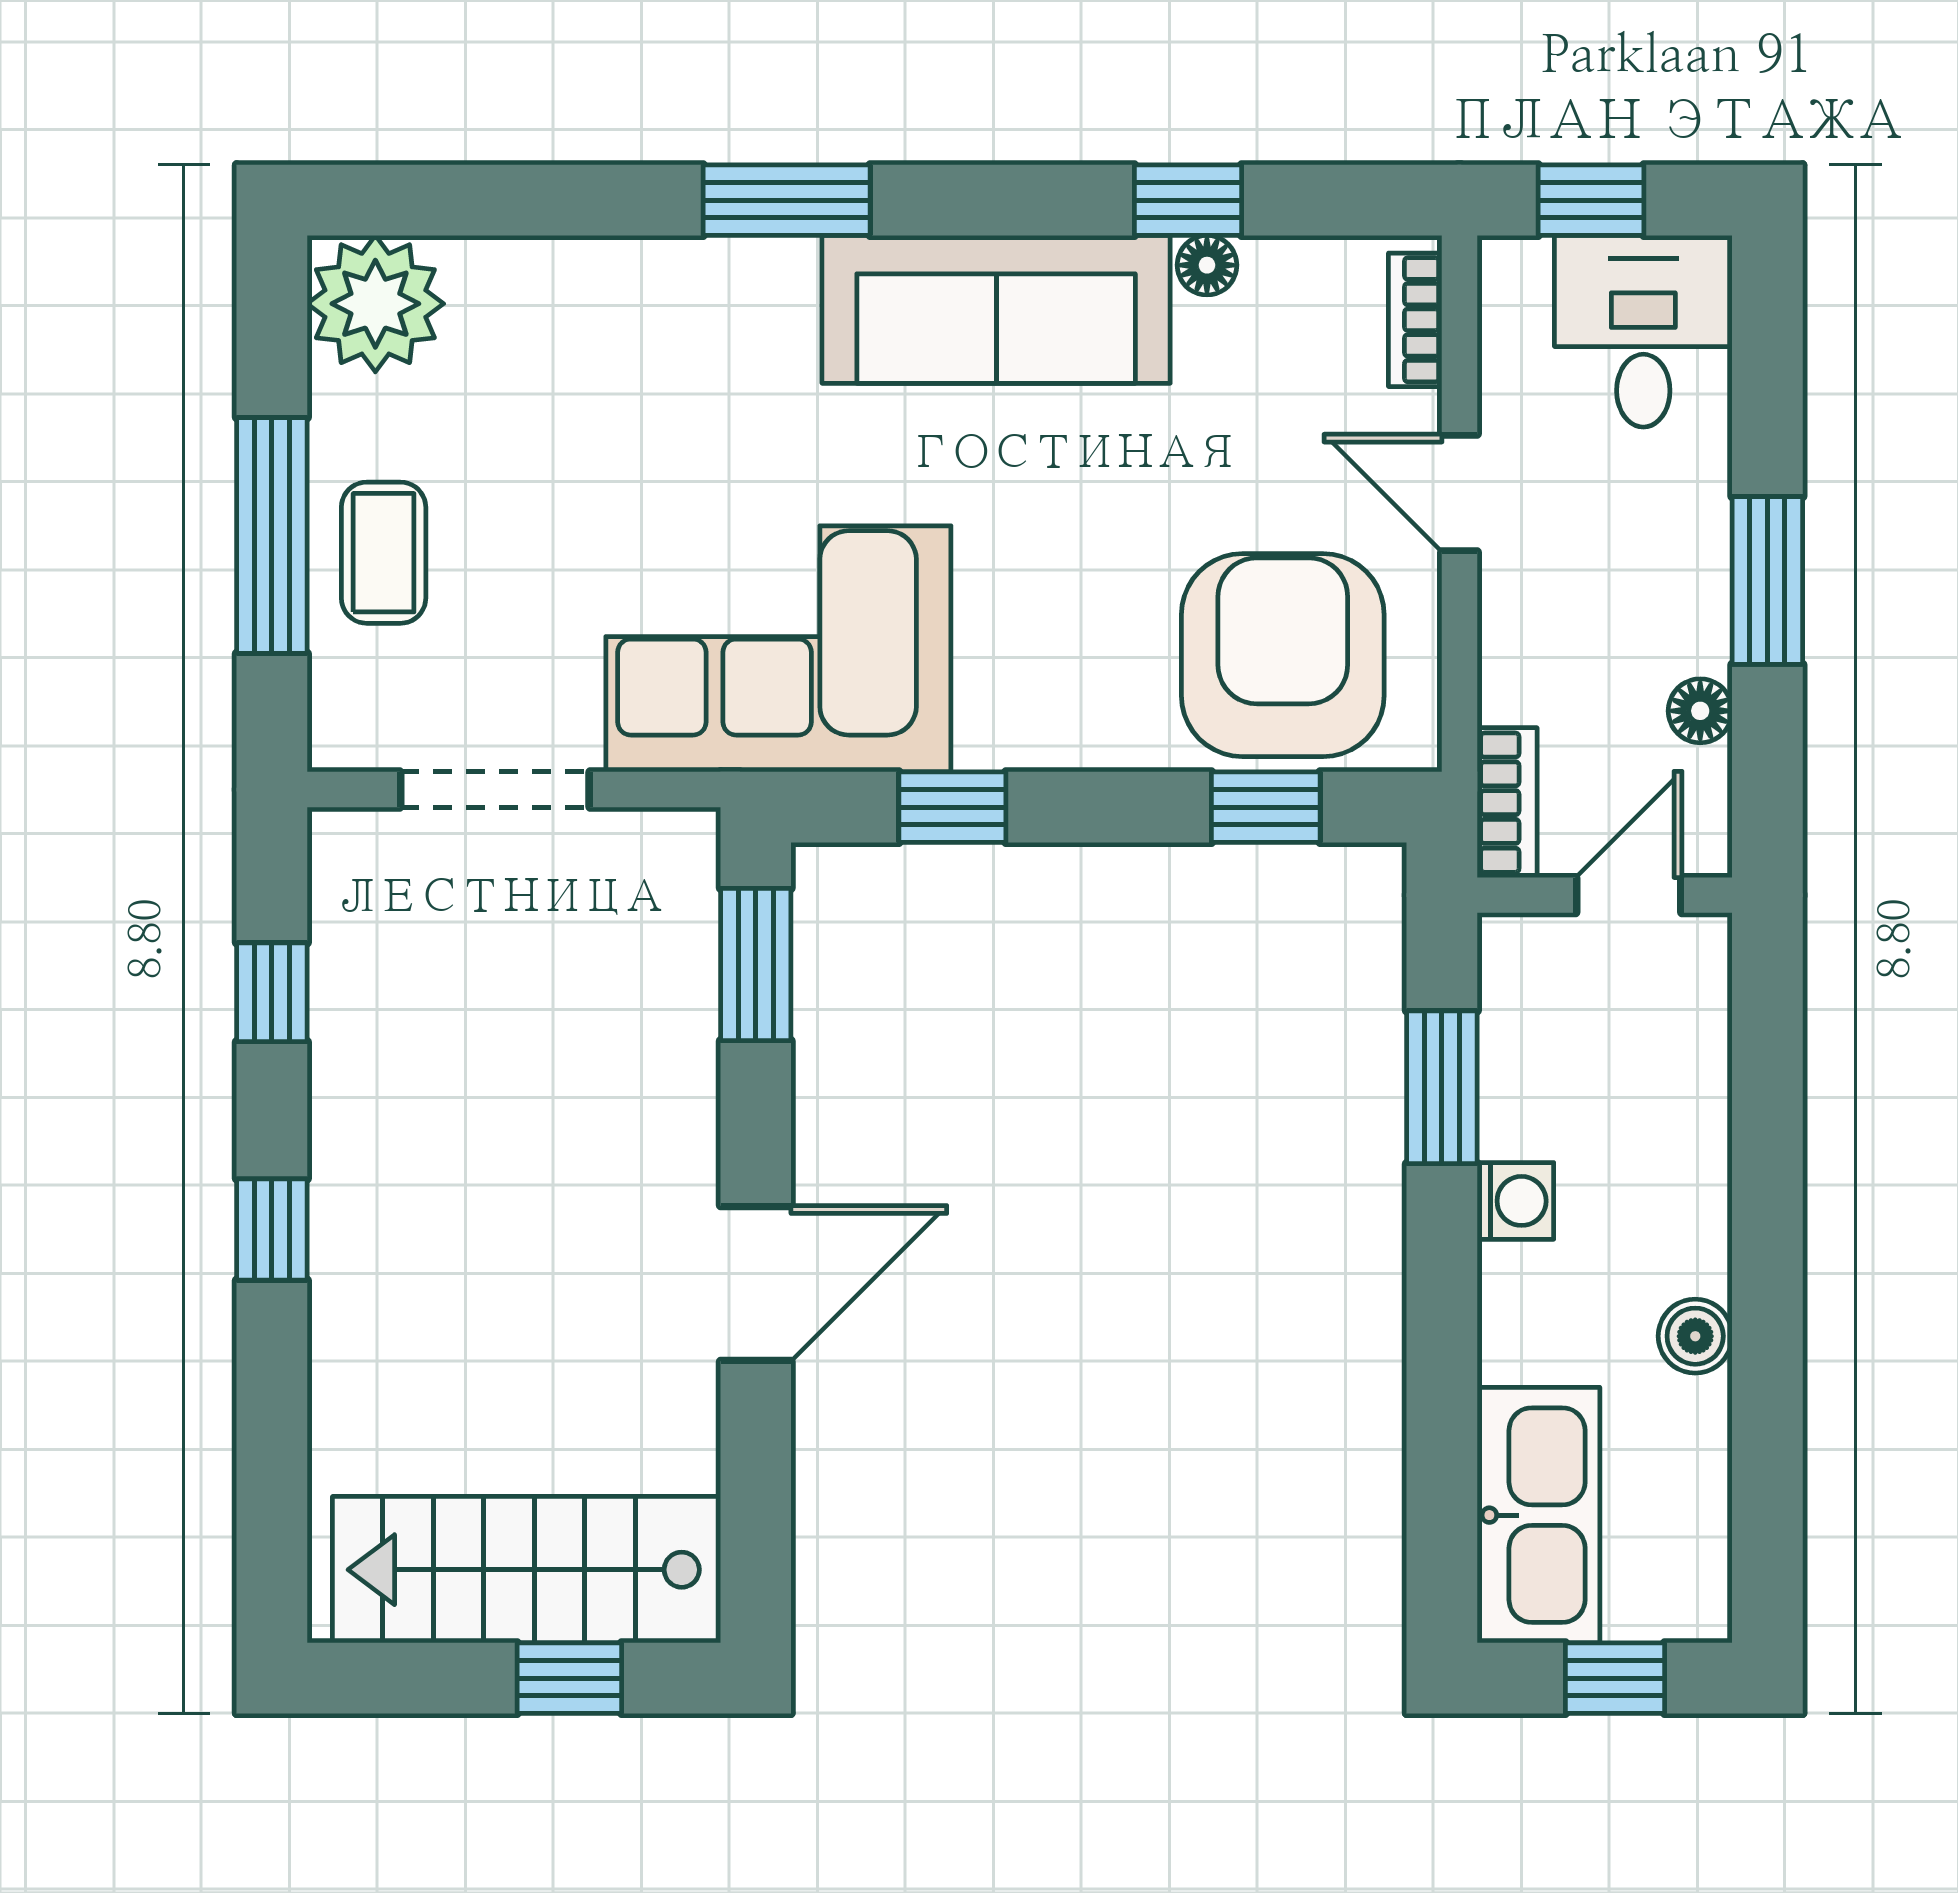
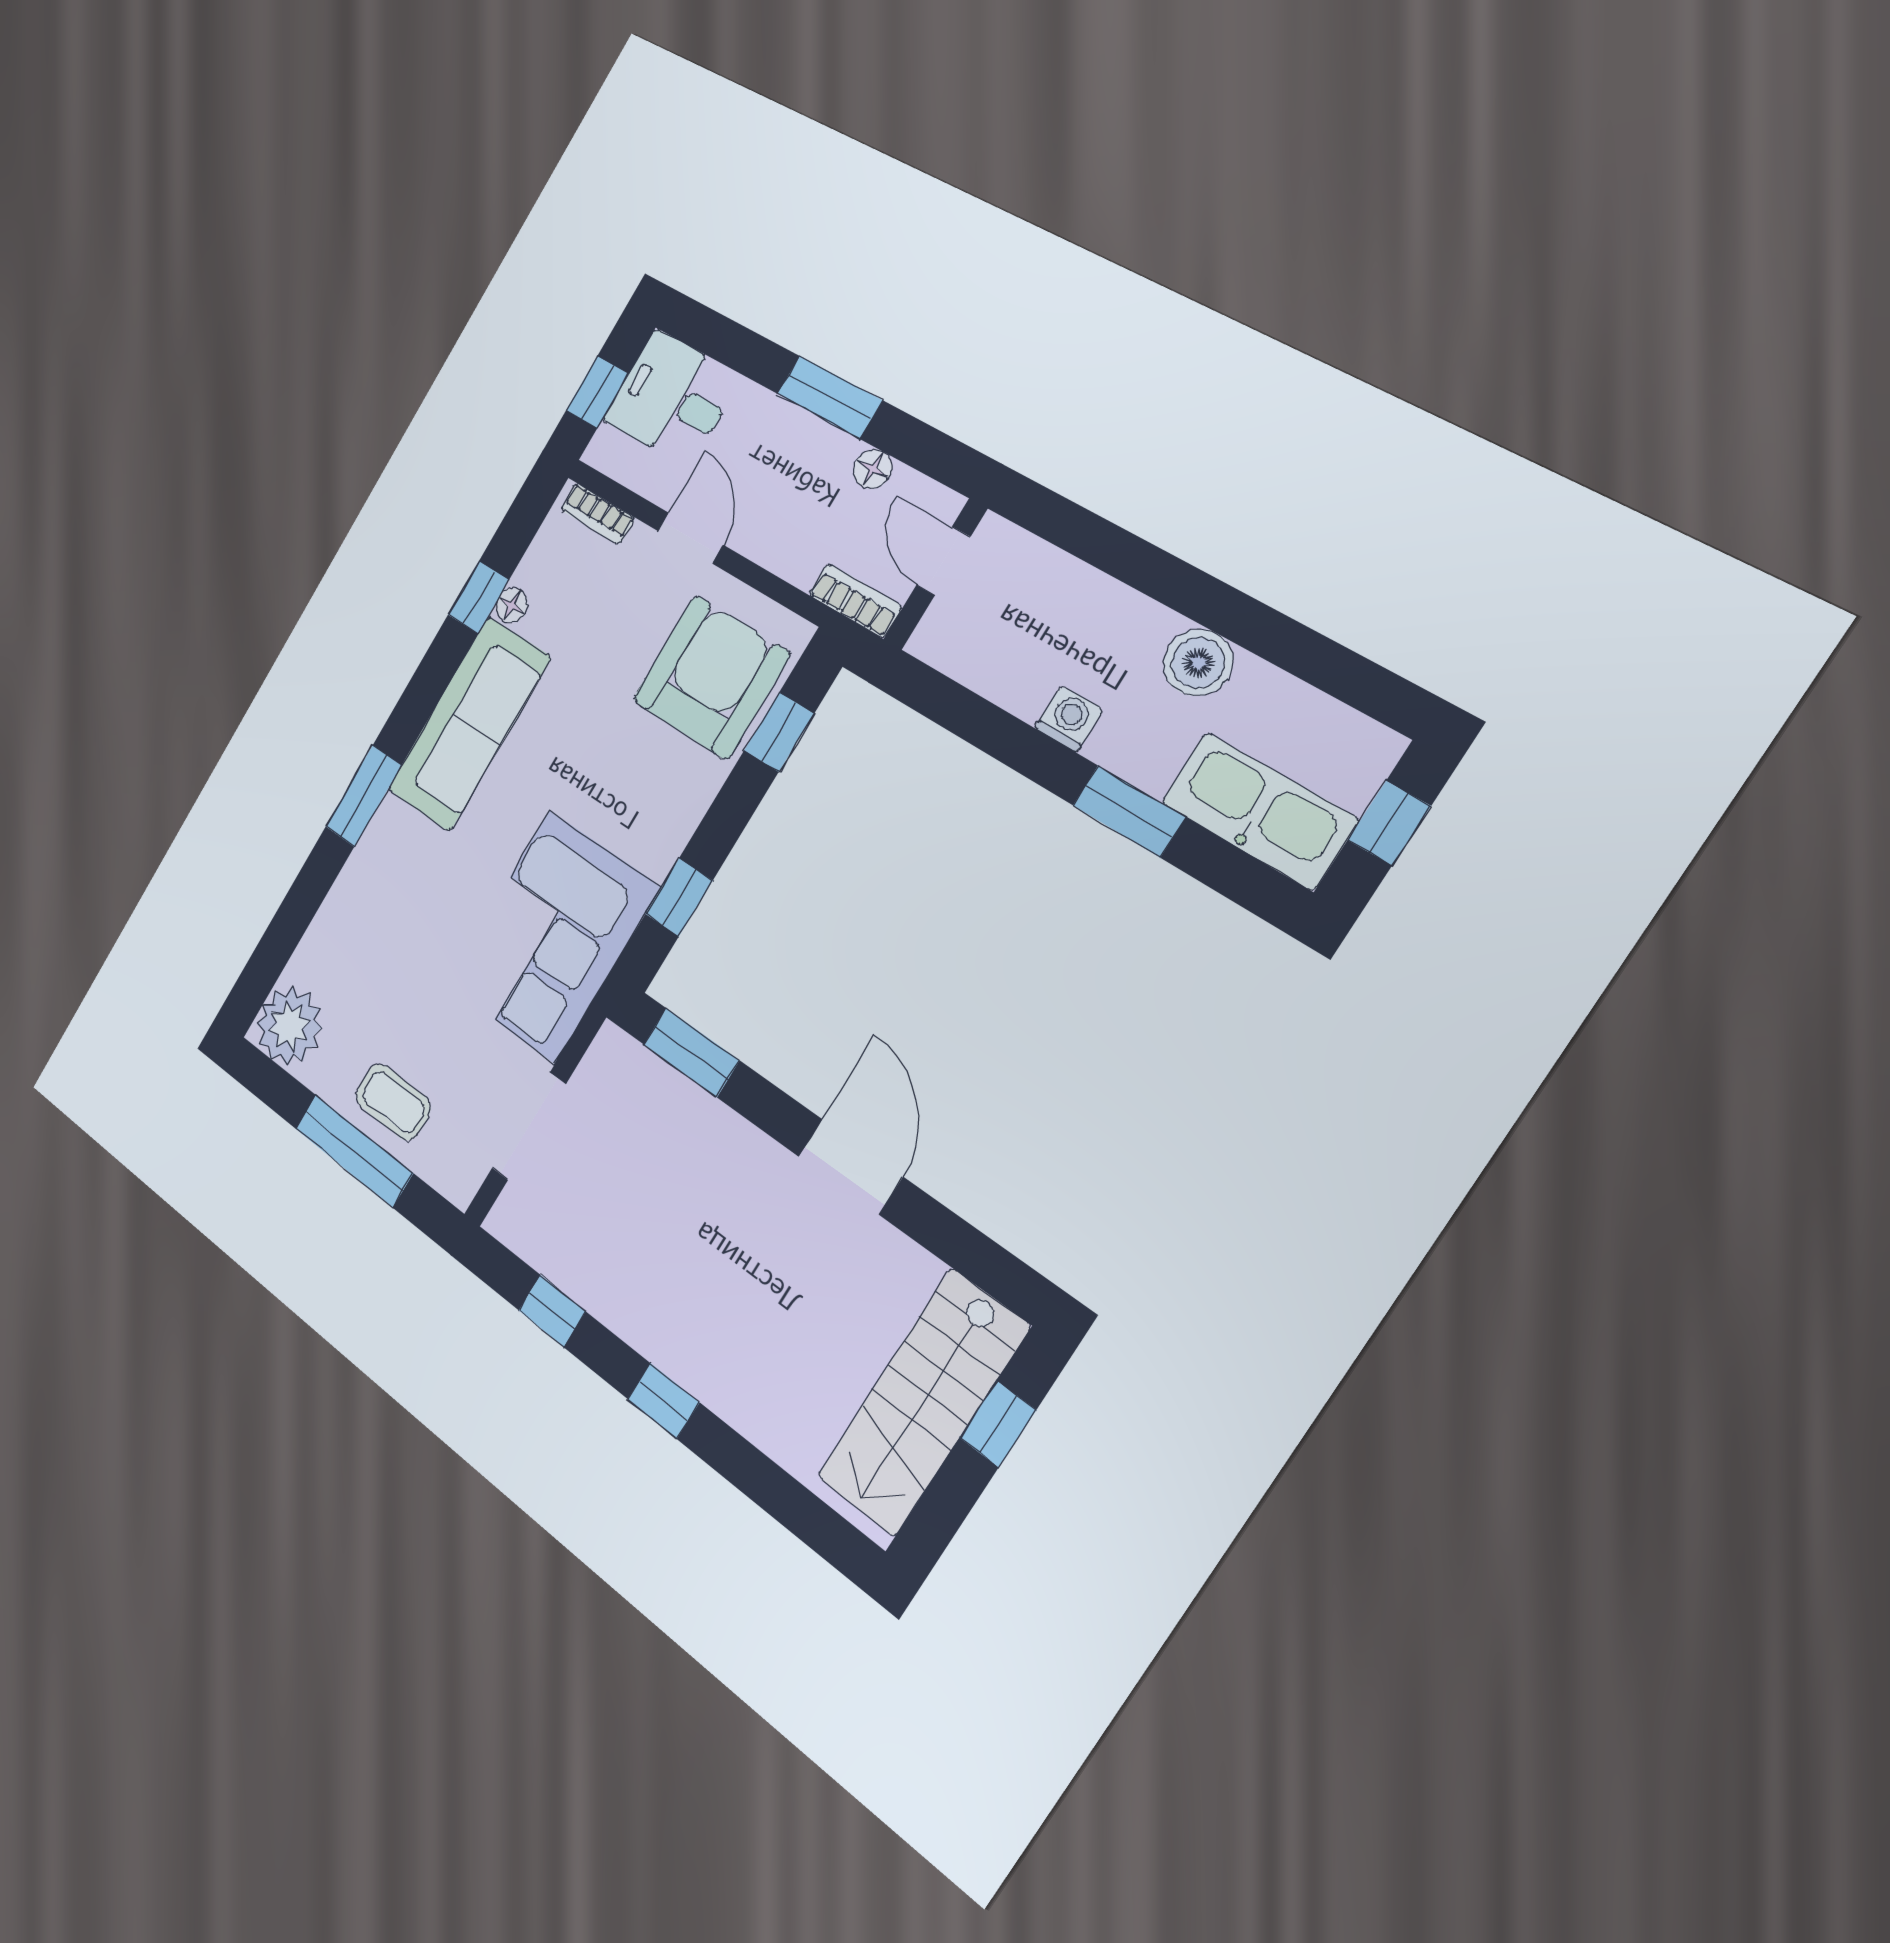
door: (1459, 493) -> (690, 538), swing flipped
armchair: (1283, 655) -> (711, 677), turned 90
window: (1442, 1087) -> (1129, 811), moved
boiler: (1695, 1336) -> (1198, 663), width x1.36, depth x1.36

